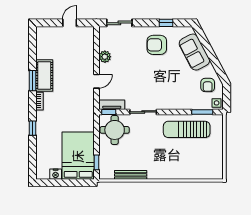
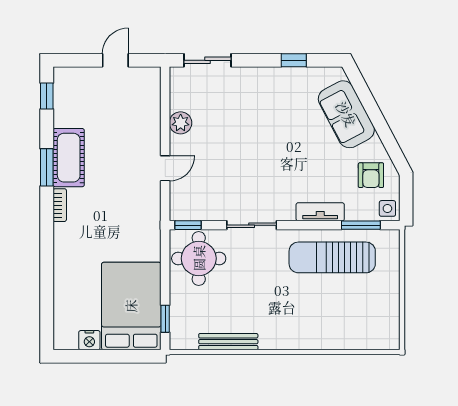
armchair: (157, 45) -> (277, 101), removed
tv unit: (112, 105) -> (320, 212), moved
window: (33, 128) -> (47, 96), moved

